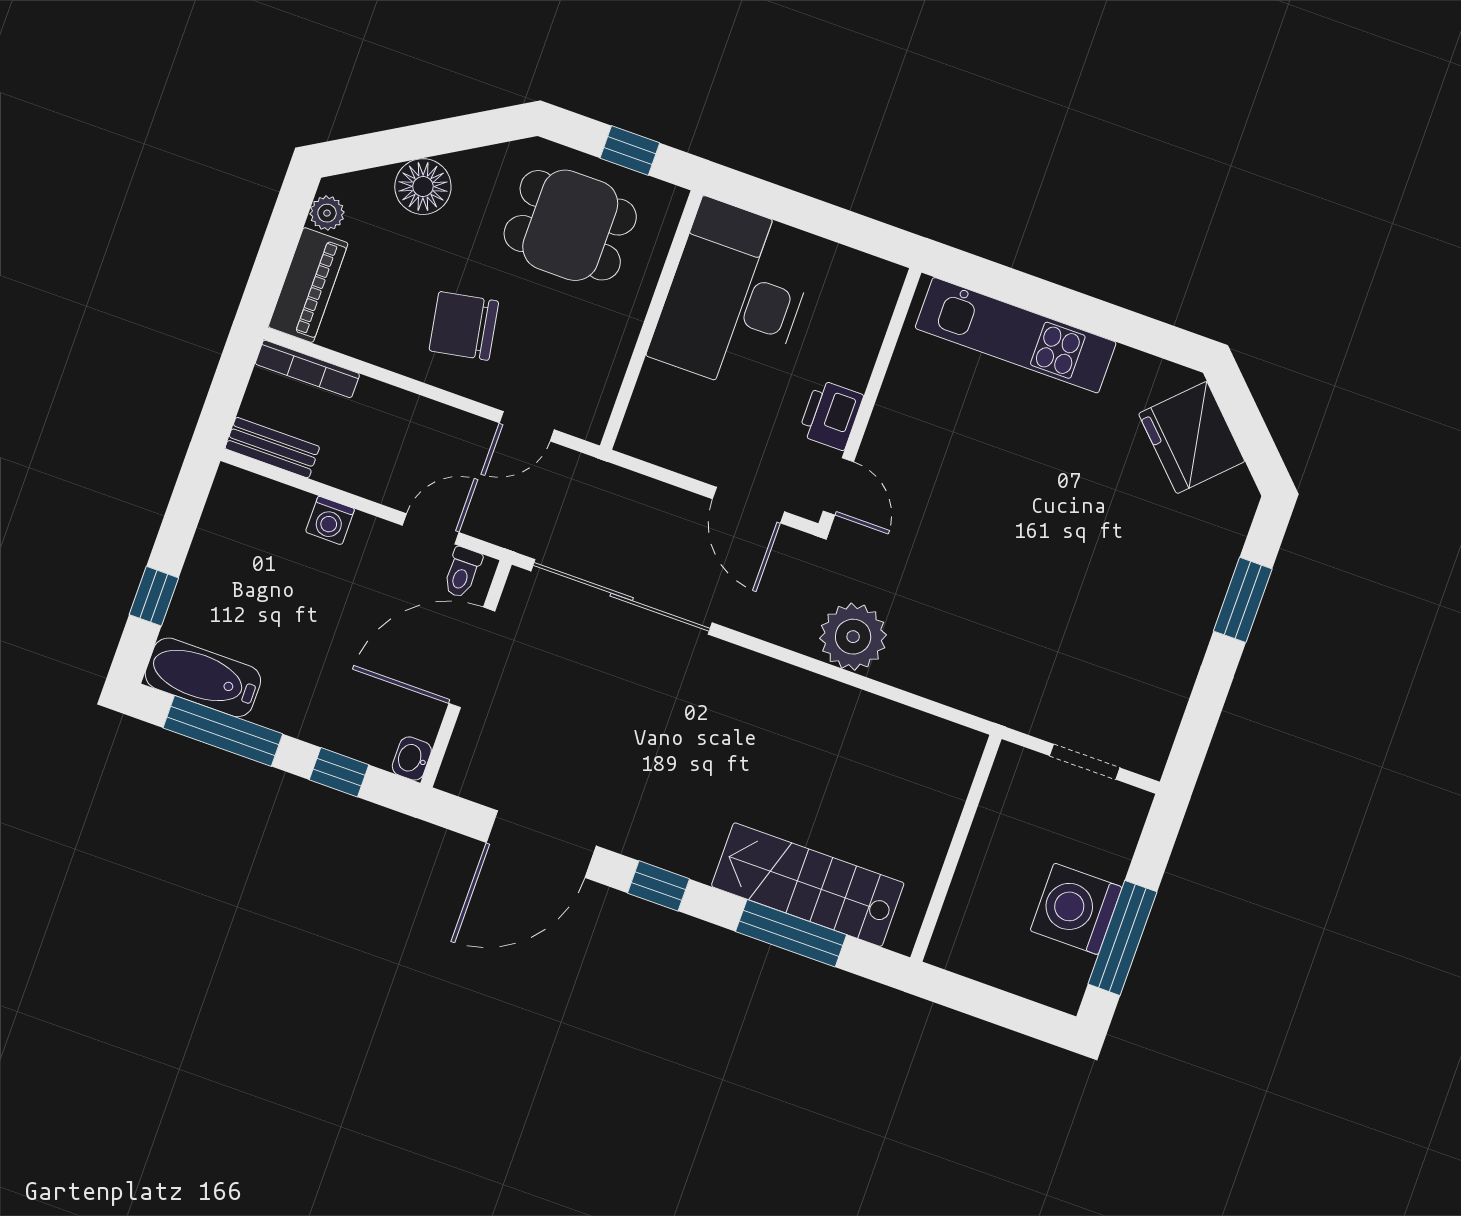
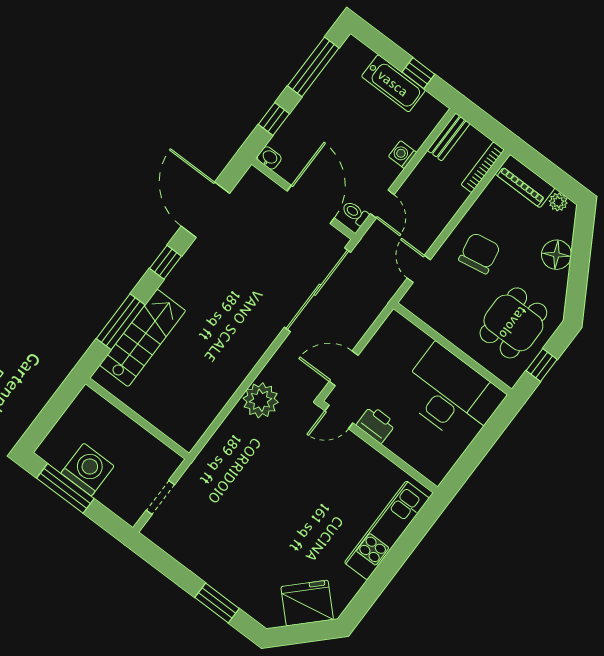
window: (154, 596) -> (418, 73), moved
bathtub: (203, 677) -> (393, 83), moved, turned 90

